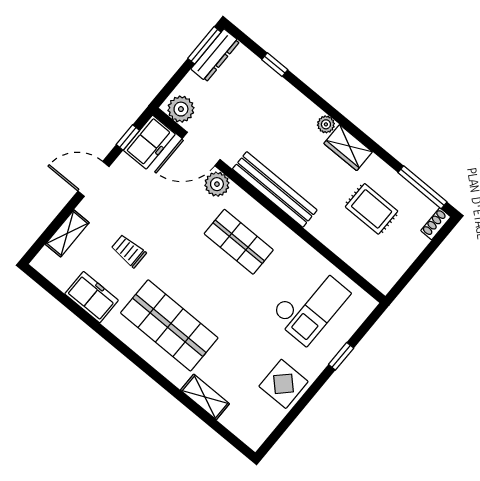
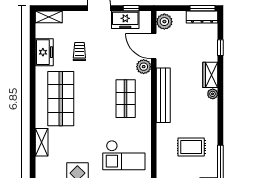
freezer: (149, 142) -> (125, 20), moved
wardrobe: (348, 148) -> (210, 75), moved
rug: (372, 209) -> (191, 147), turned 90
shelving: (67, 233) -> (49, 17), moved

